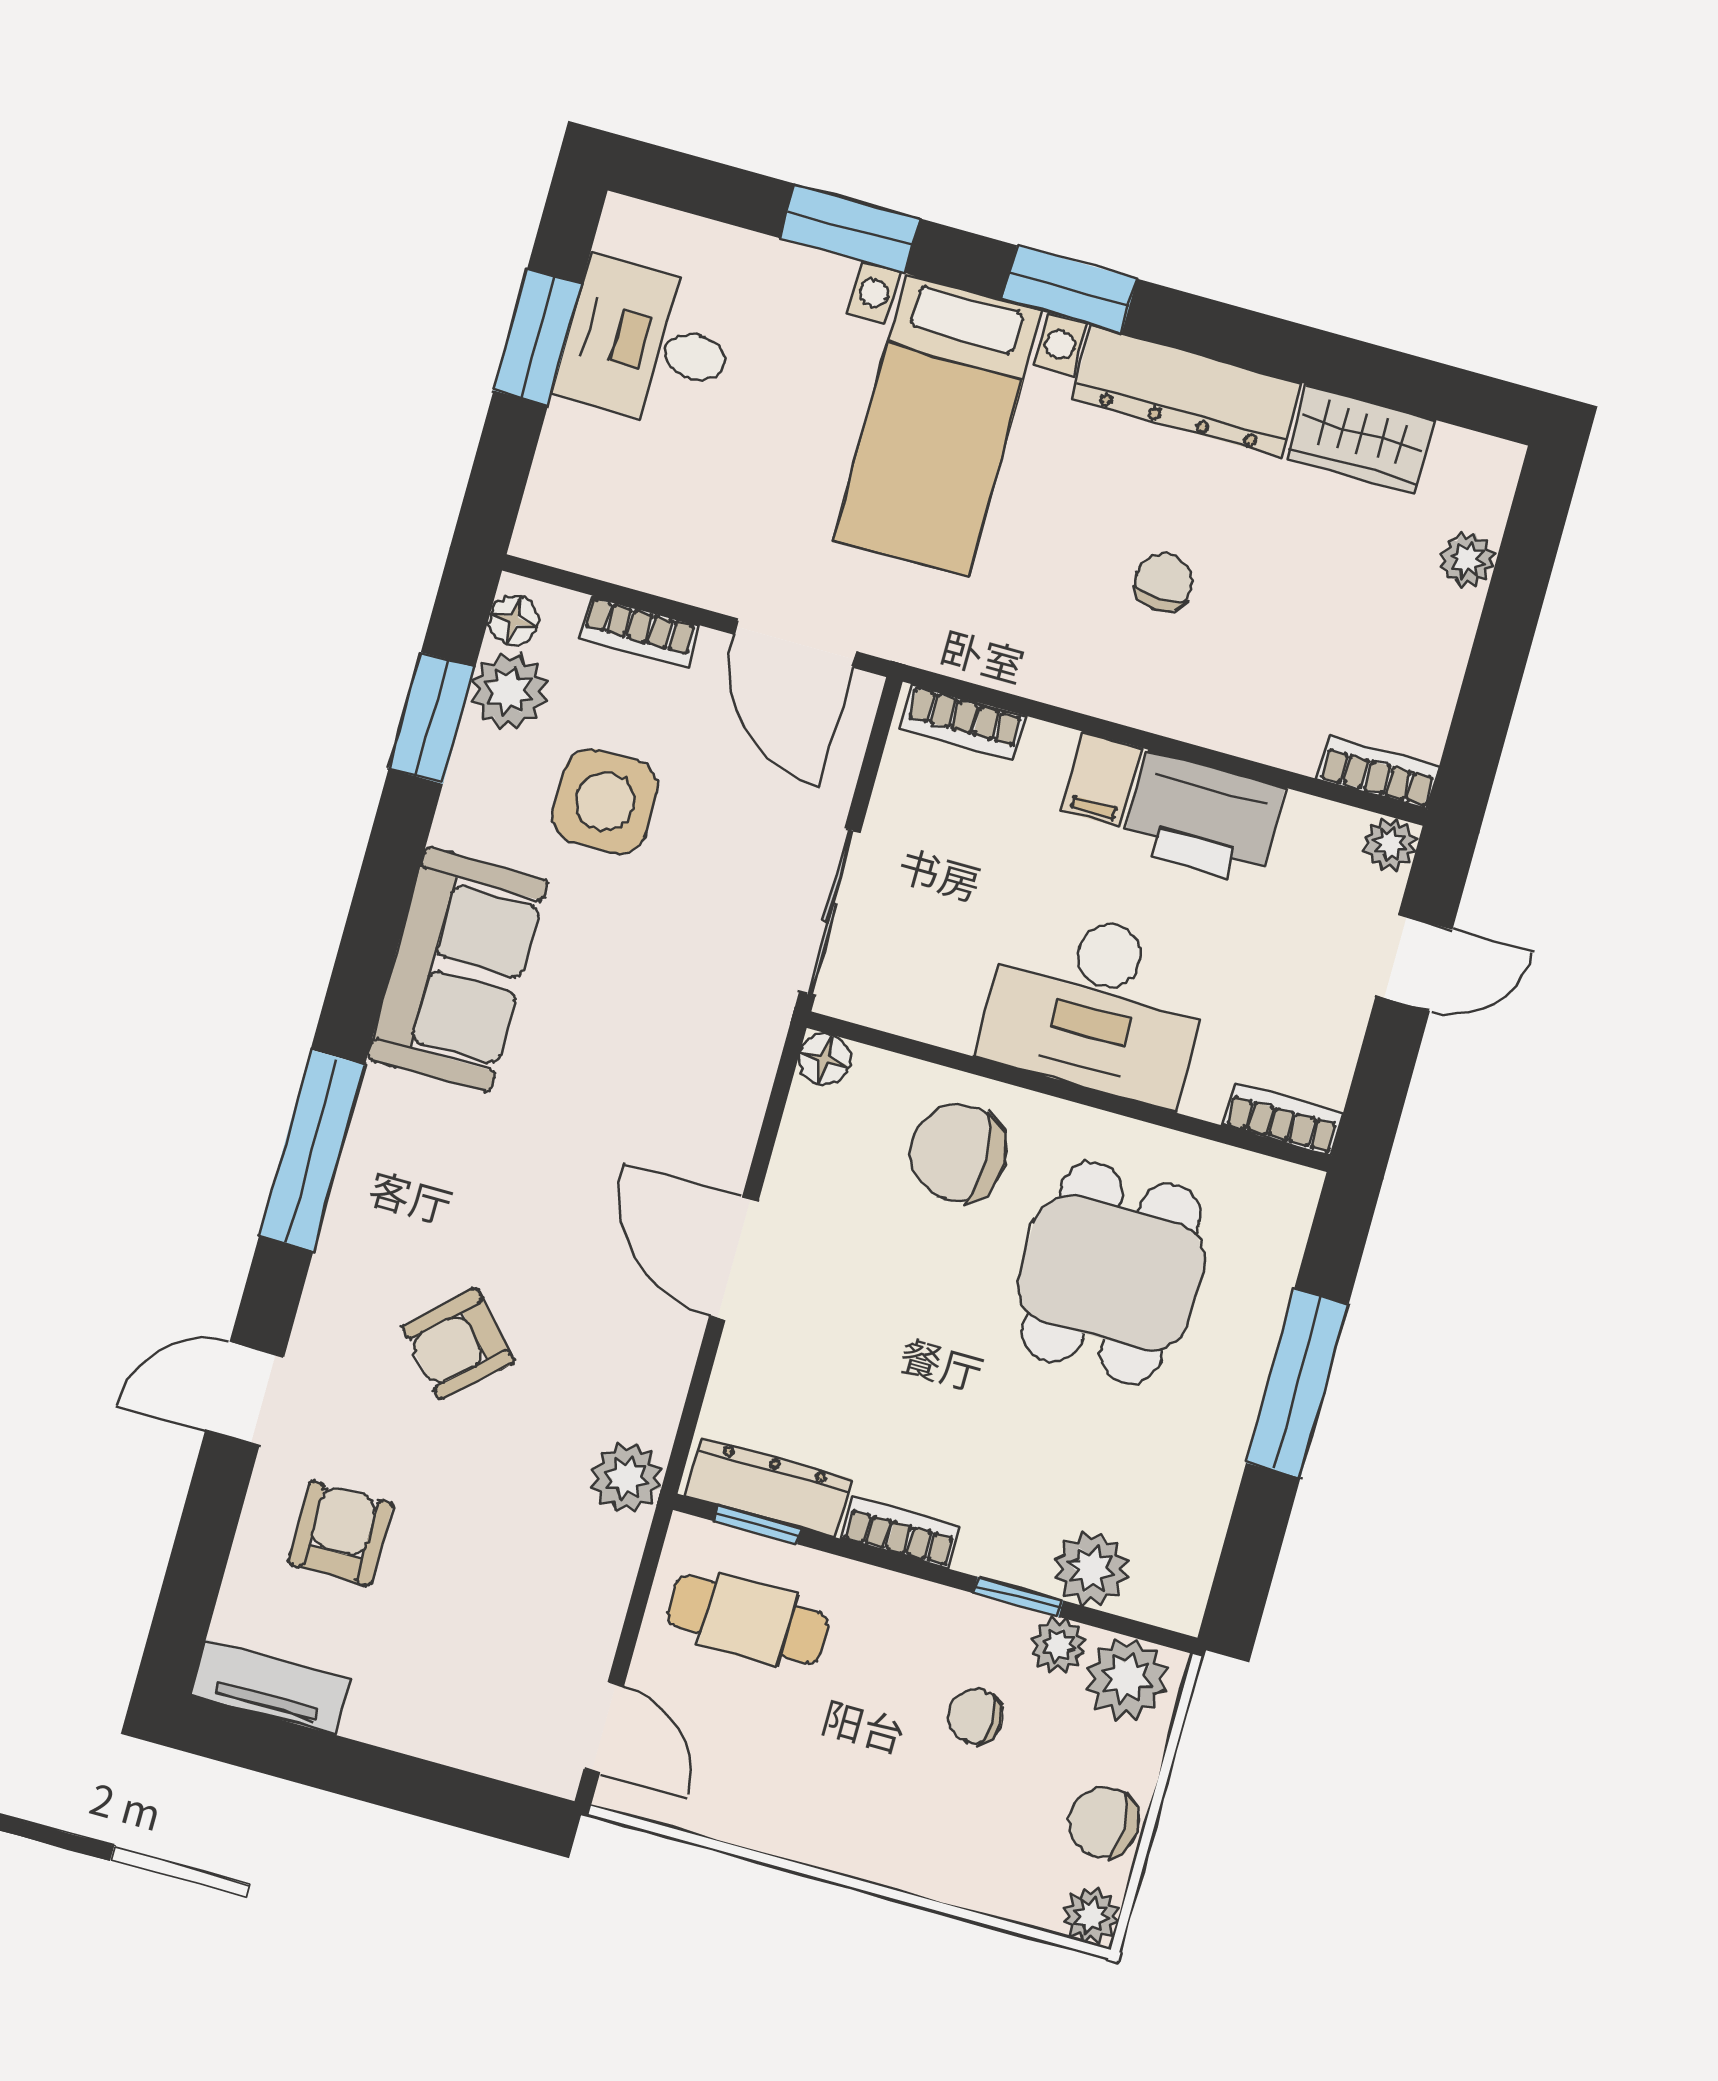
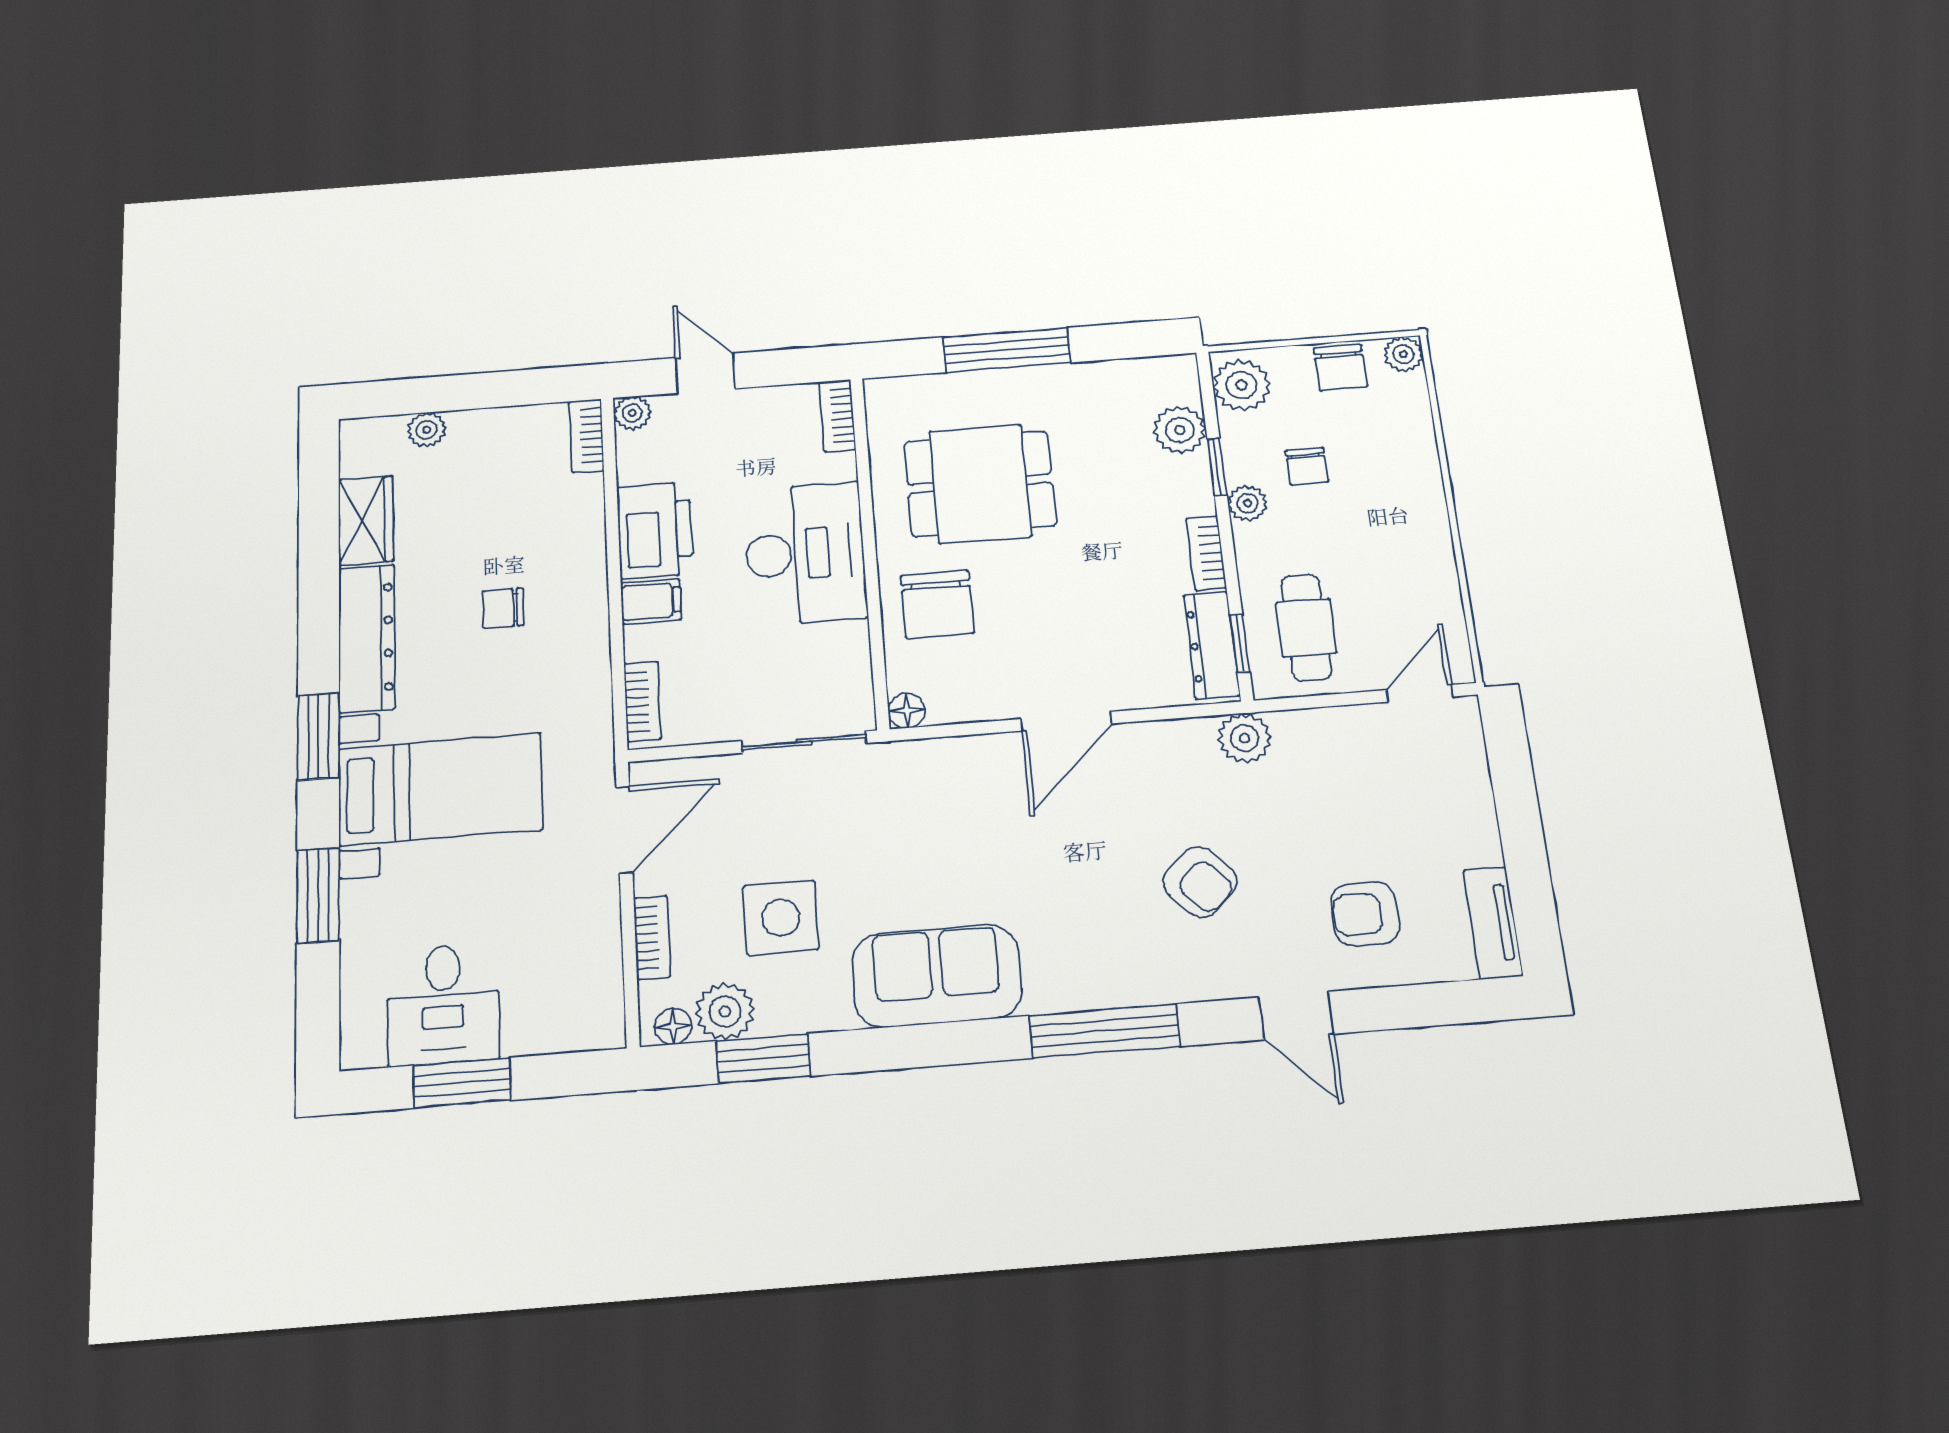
plant: (1058, 1645) -> (1248, 503), moved

